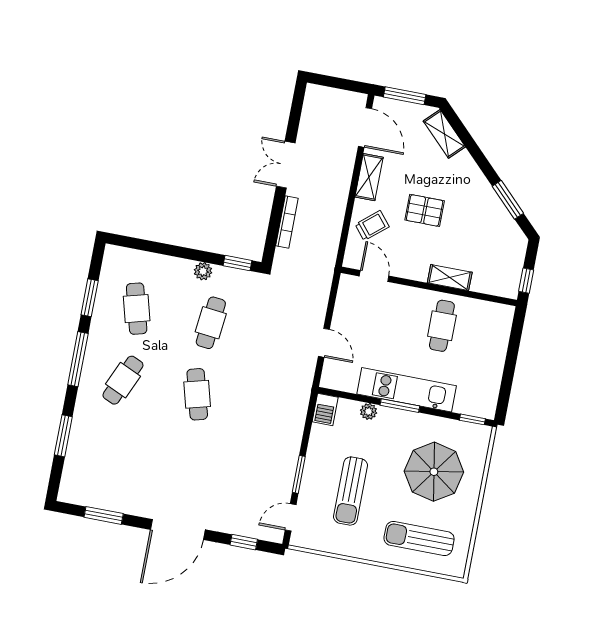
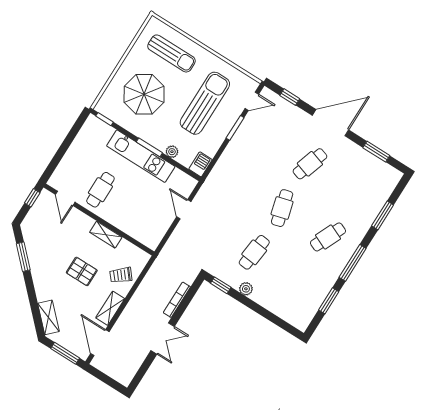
door: (374, 276) -> (65, 198), moved
shelving: (450, 278) -> (106, 235), moved
cafe table: (137, 309) -> (310, 164), moved, turned 33
sun lounger: (351, 491) -> (205, 103), width x1.36, depth x1.34

